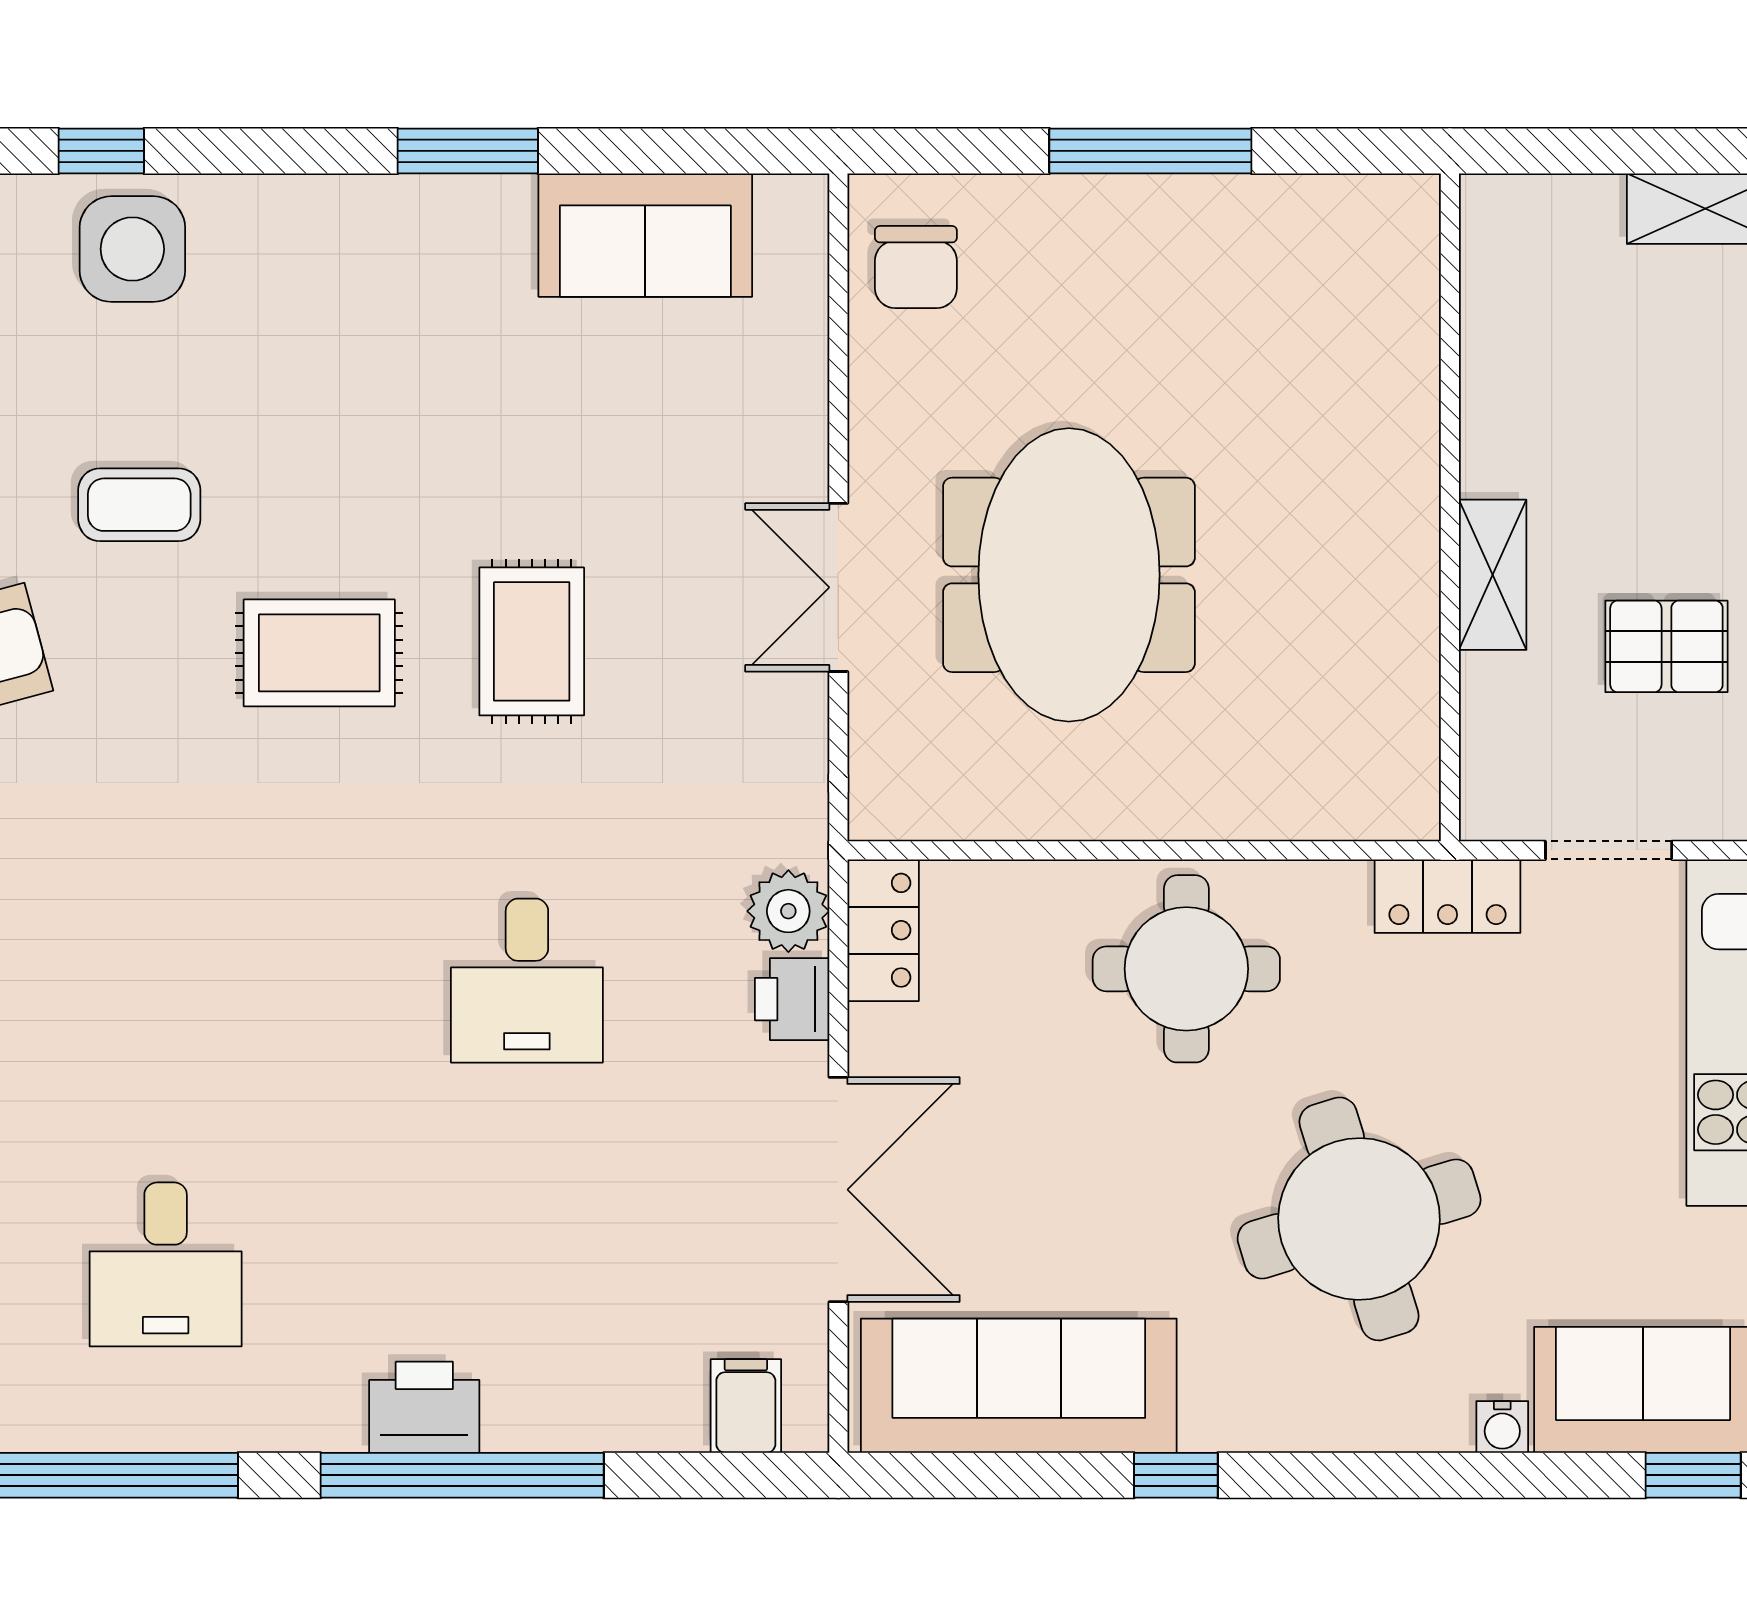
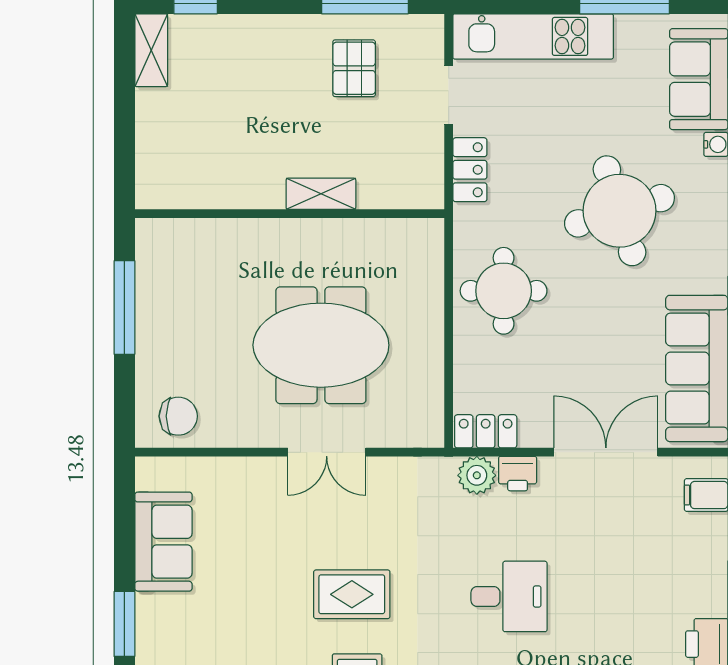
wall: (1450, 507) -> (290, 214), moved
shelving: (1493, 575) -> (321, 194), moved

